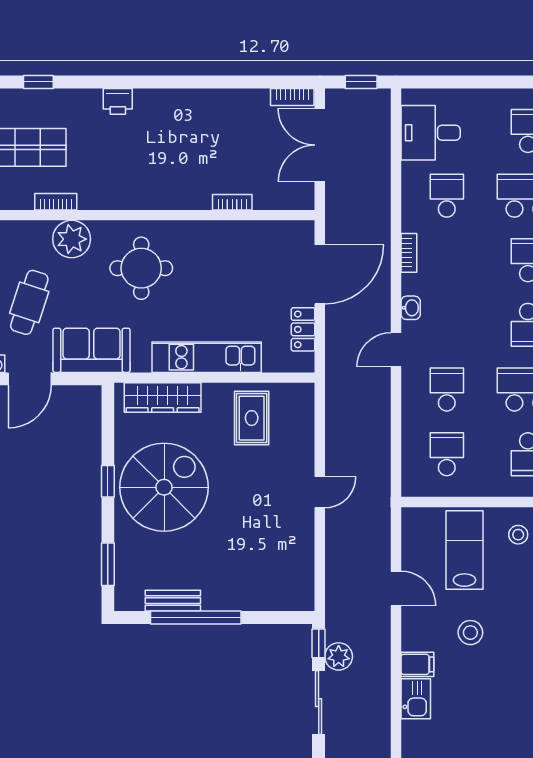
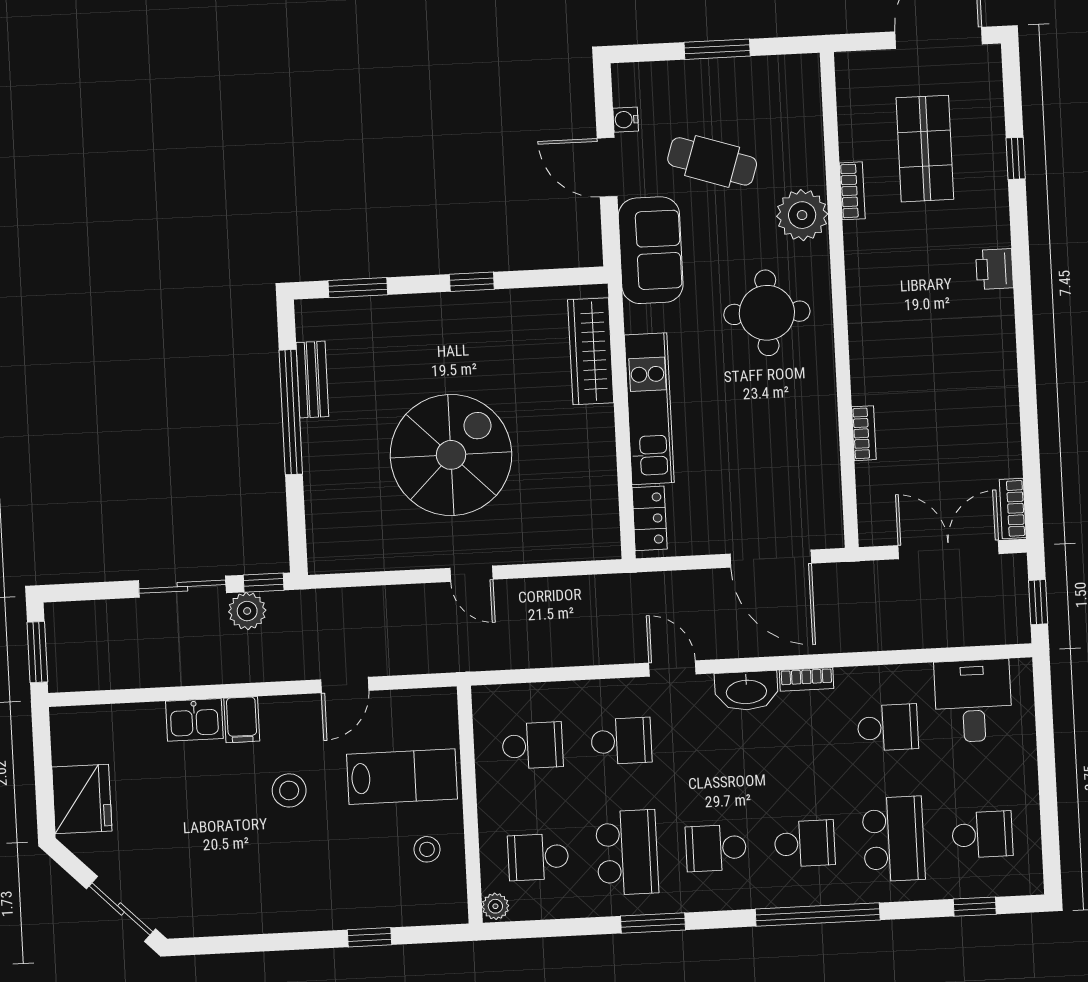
washbasin: (411, 308) -> (746, 691), width x1.91, depth x1.45
locker: (303, 329) -> (650, 518), moved, turned 90
rug: (252, 418) -> (569, 475), removed
spiral stairs: (164, 487) -> (451, 455), moved, turned -90

